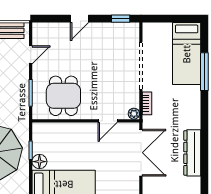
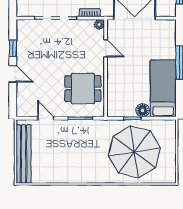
window: (121, 19) -> (13, 48), moved

